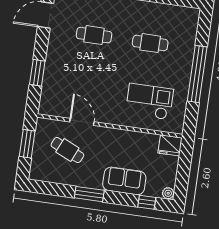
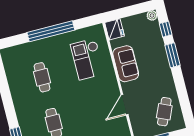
cafe table: (67, 150) -> (164, 112), moved
sofa: (124, 181) -> (126, 64), moved, turned 180
window: (89, 194) -> (172, 55), moved

